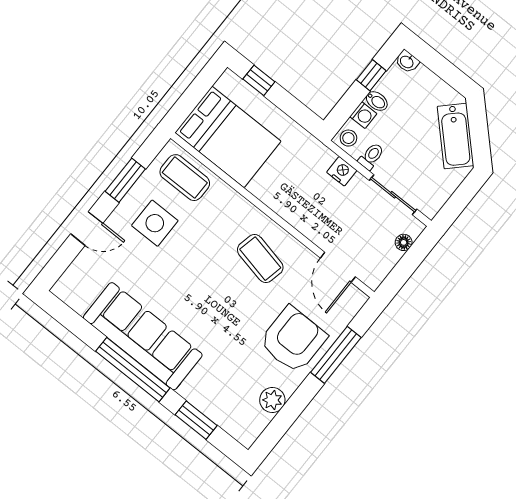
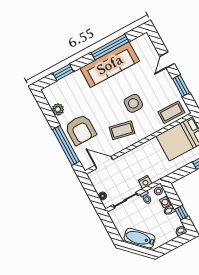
side table: (155, 223) -> (133, 103), moved
window: (336, 355) -> (66, 146), width x1.46
window: (133, 370) -> (110, 47), moved

